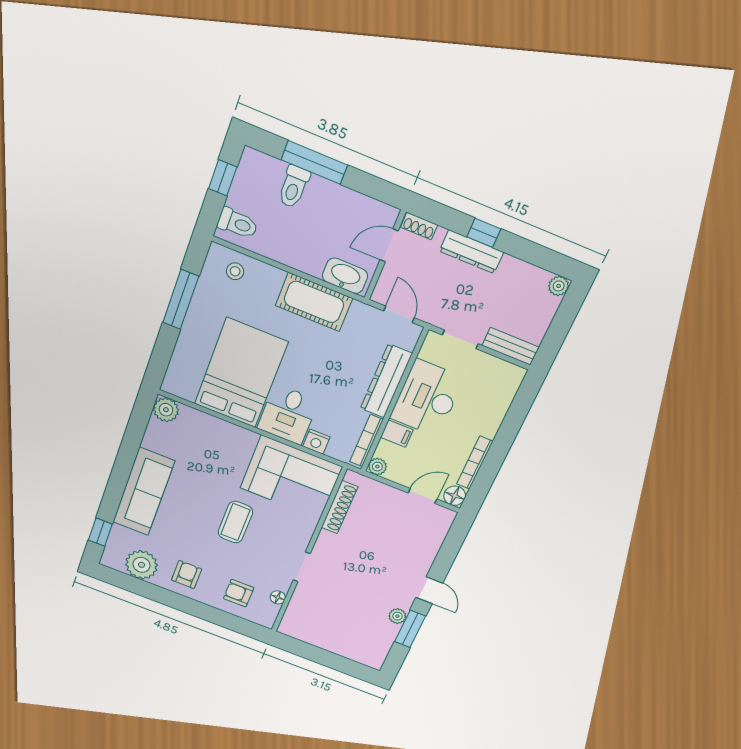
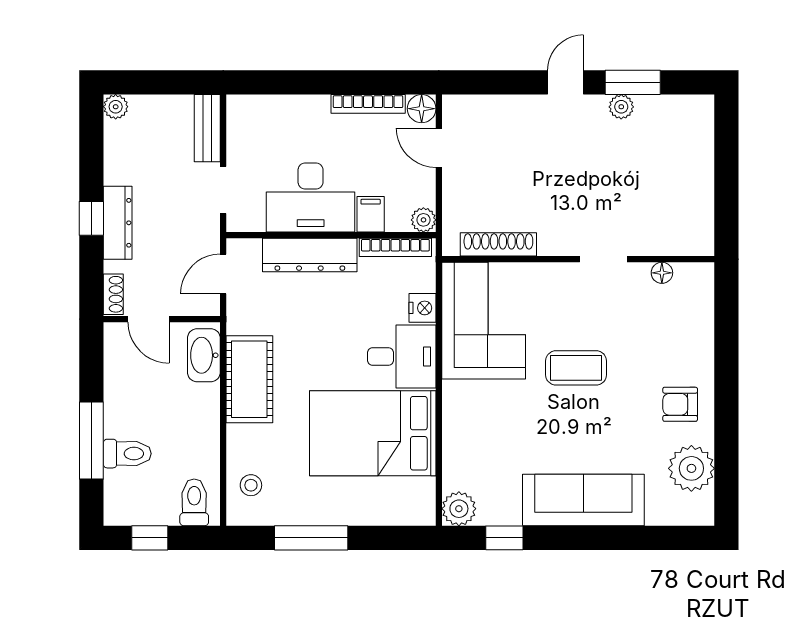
window: (100, 532) -> (504, 538), moved
armchair: (239, 593) -> (678, 326), removed

